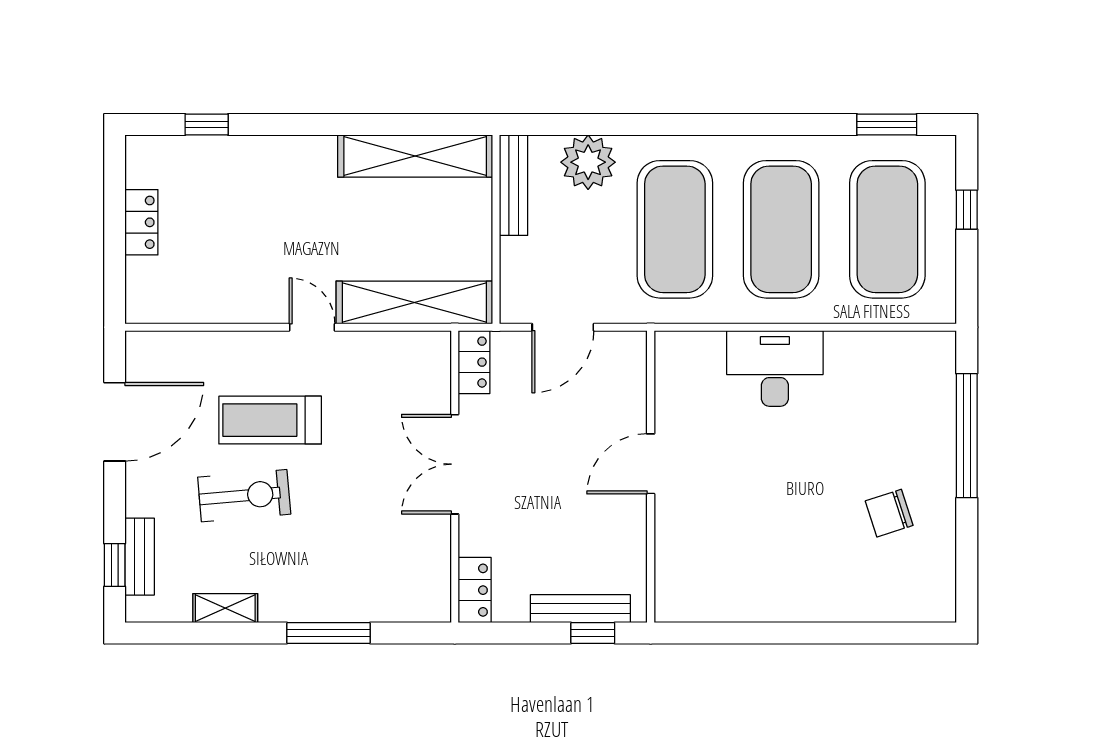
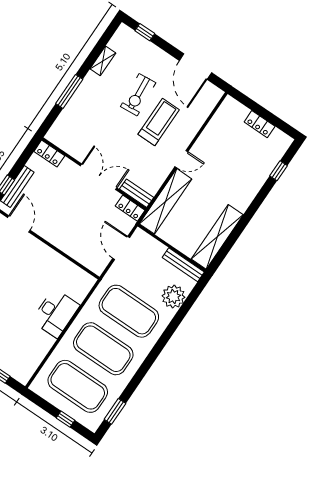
door: (651, 464) -> (19, 224), moved
bench: (140, 557) -> (137, 193), moved

